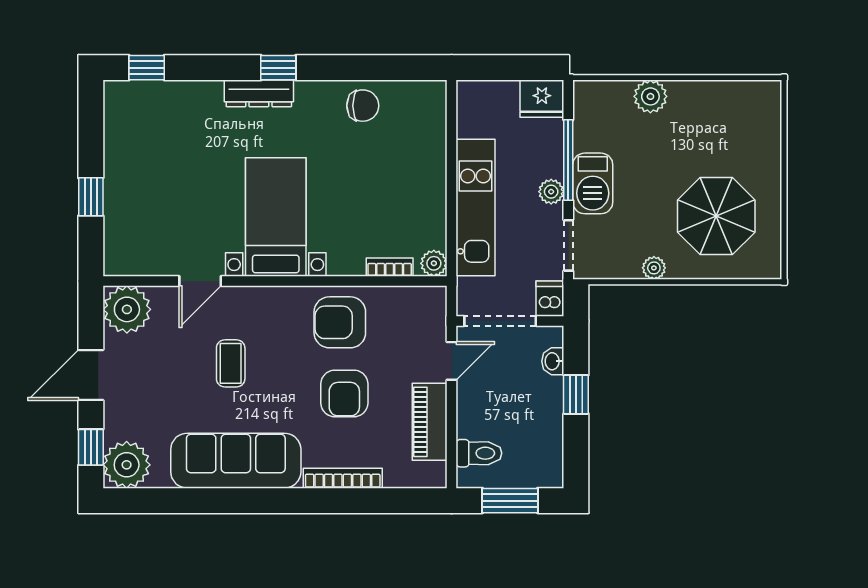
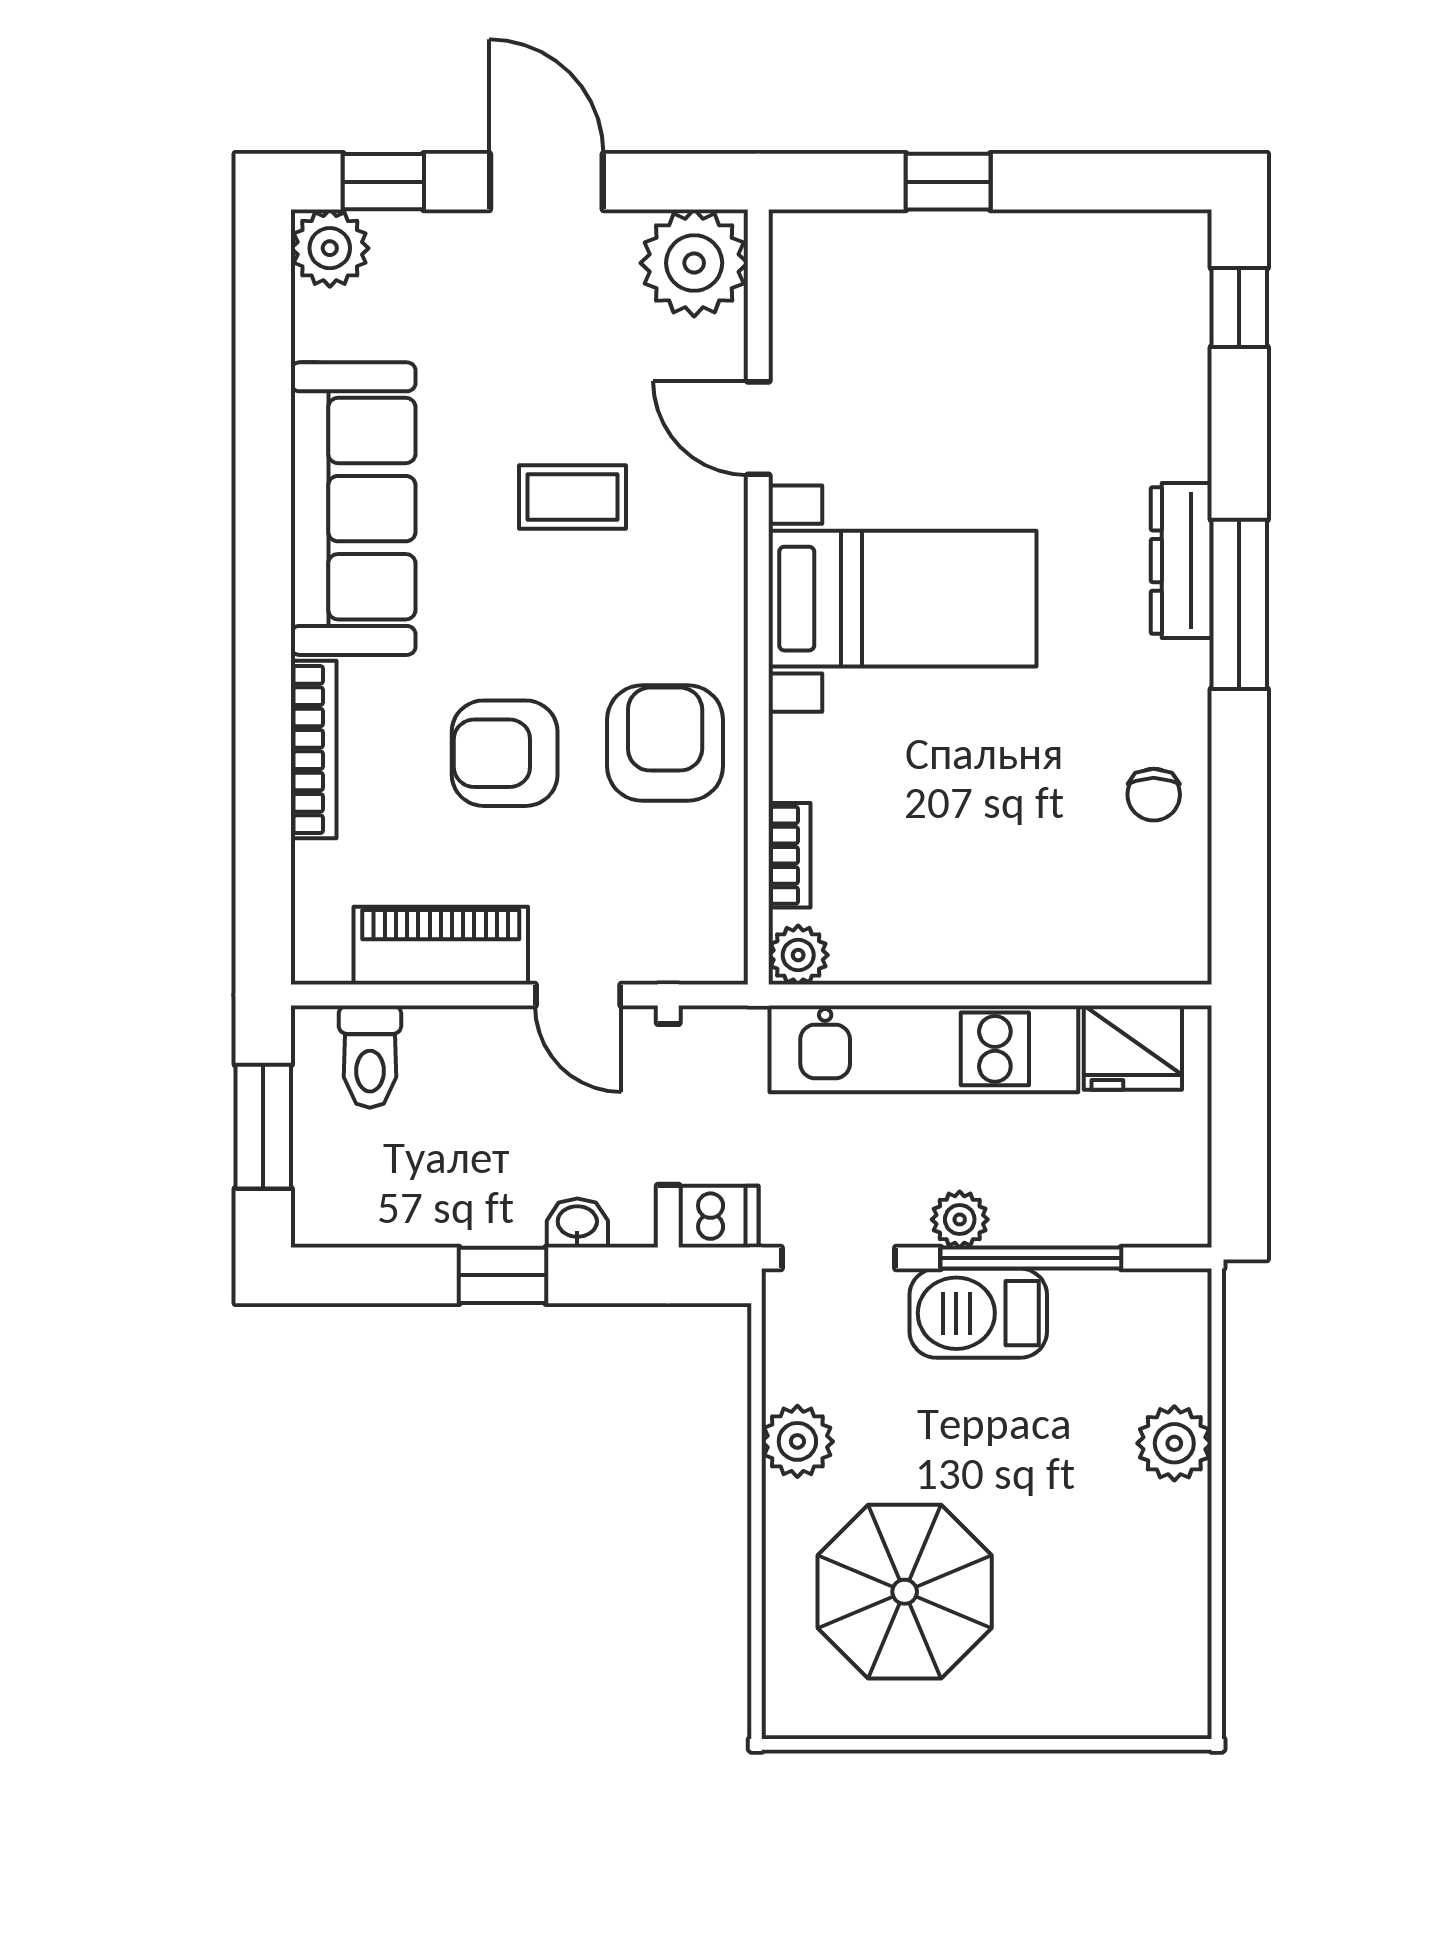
window: (278, 68) -> (1239, 604), width x2.17
fridge: (542, 99) -> (1133, 1048), moved, turned -90
chair: (363, 106) -> (1154, 795), width x0.73, depth x0.73
plant: (654, 268) -> (797, 1441), width x1.38, depth x1.38
plant: (127, 465) -> (330, 248), width x0.73, depth x0.73

